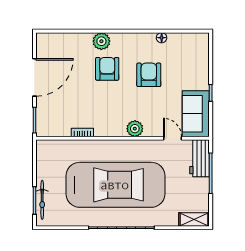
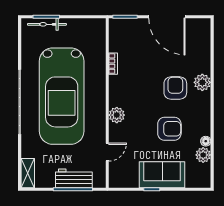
plant: (176, 40) -> (203, 155), added
armchair: (107, 69) -> (175, 88), turned -90
sofa: (196, 114) -> (162, 175), moved
workbench: (199, 158) -> (74, 178), moved

